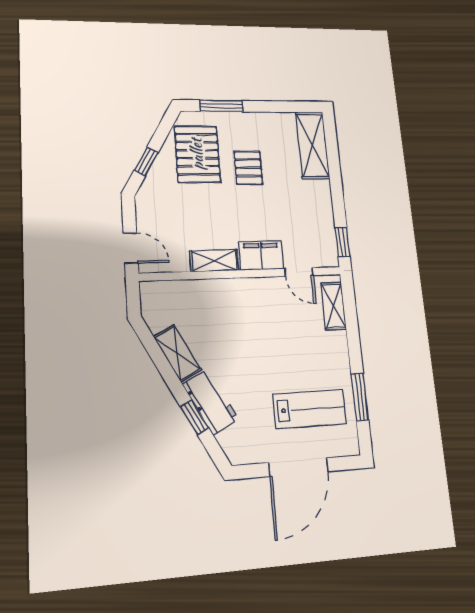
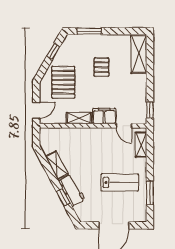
pallet: (197, 154) -> (63, 82), moved
window: (146, 161) -> (53, 51), moved
door: (131, 248) -> (36, 110), hinge flipped
lab bench: (310, 409) -> (120, 182), moved

